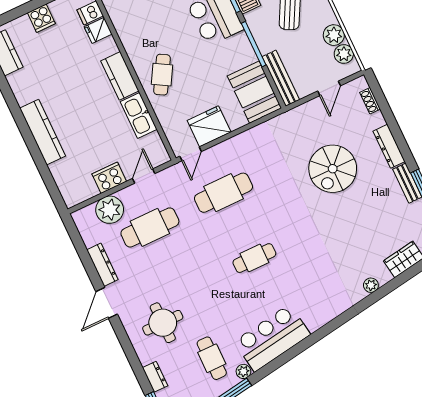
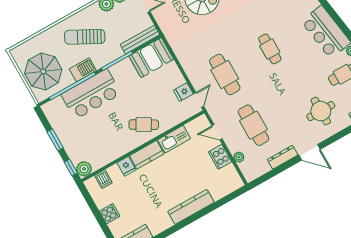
fridge: (98, 30) -> (126, 166), moved
fridge: (209, 126) -> (183, 92), width x0.53, depth x0.75
door: (191, 154) -> (199, 100), hinge flipped
plant: (110, 210) -> (239, 157), width x0.53, depth x0.53

